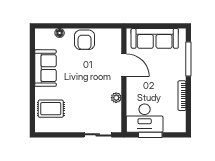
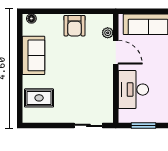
floor lamp: (60, 33) -> (31, 19), moved
plant: (116, 98) -> (108, 33), moved
desk: (145, 118) -> (133, 90), moved, turned 90

